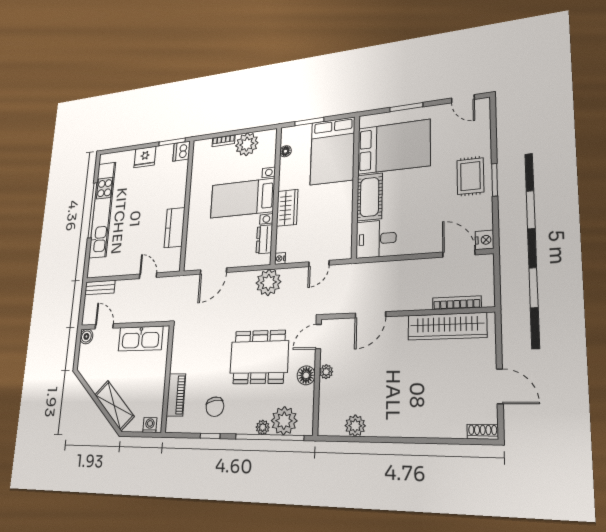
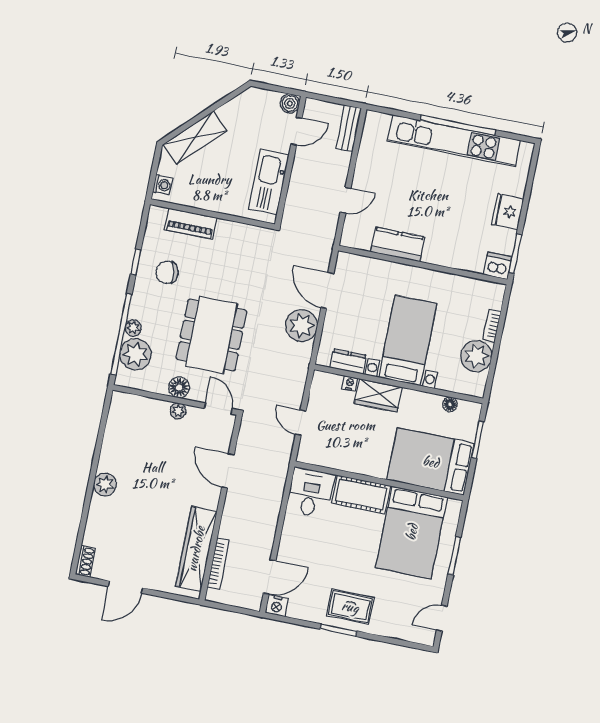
nightstand: (280, 258) -> (350, 383), moved
plant: (268, 282) -> (301, 326), moved
plant: (355, 426) -> (105, 484), moved

